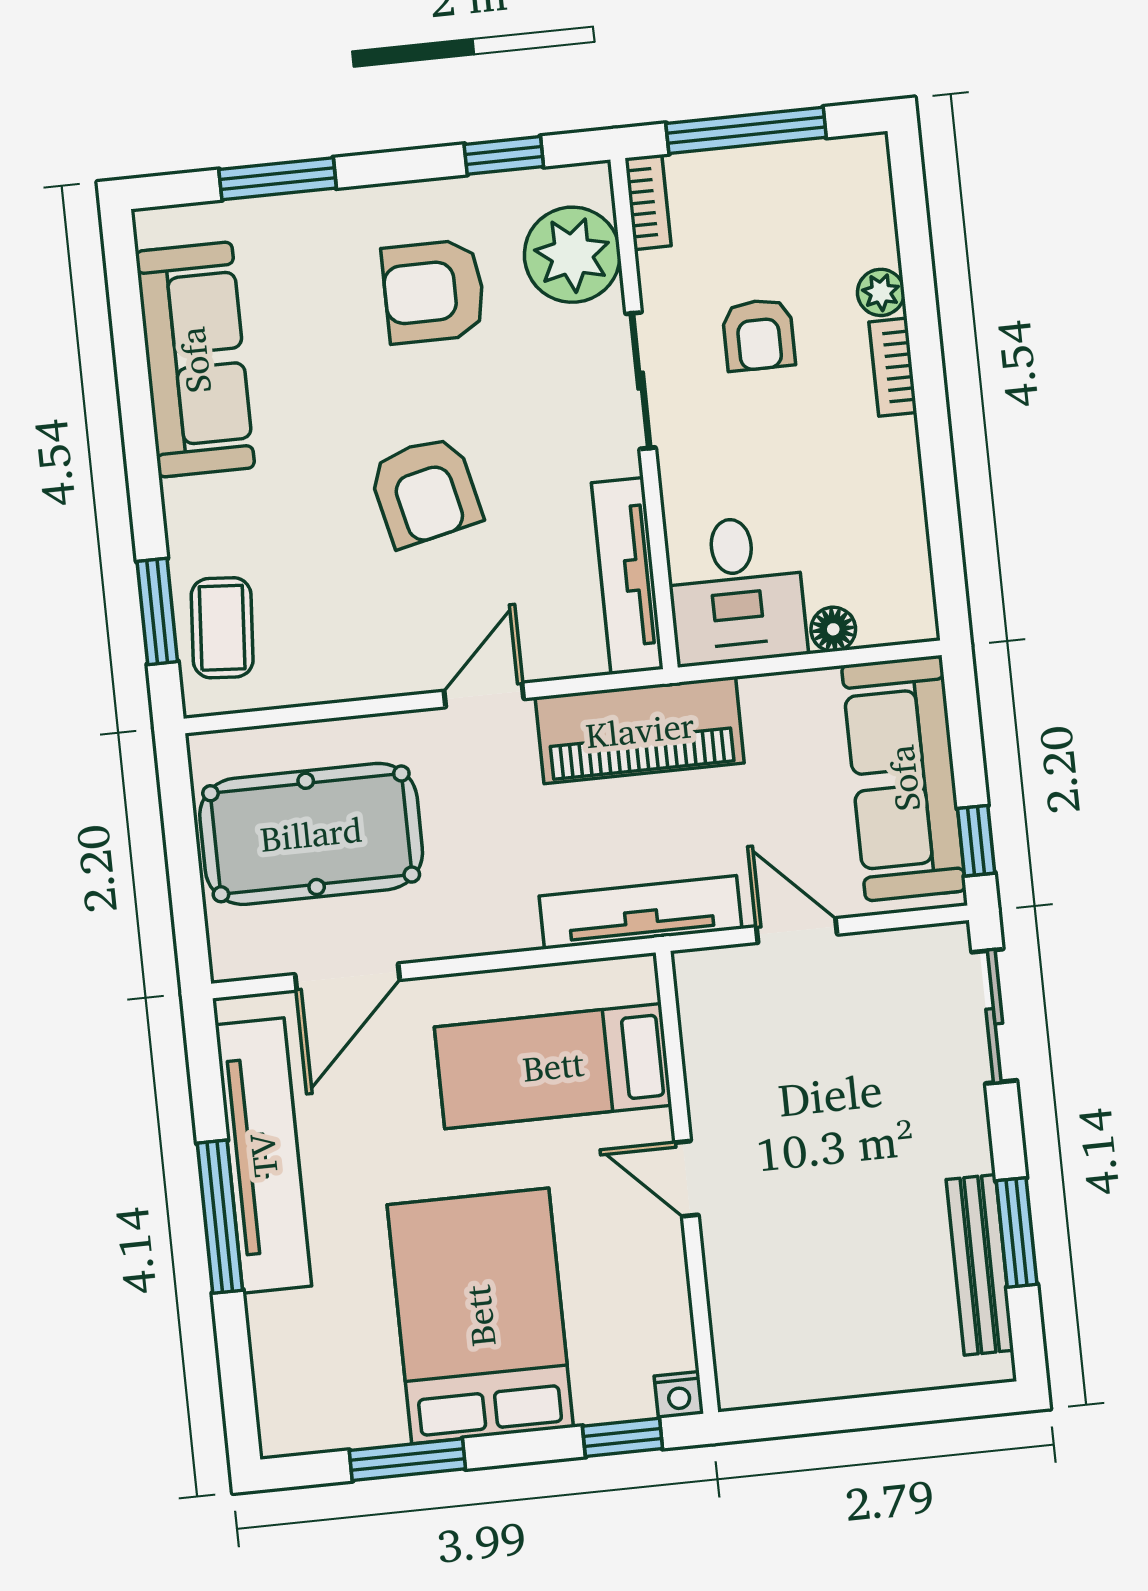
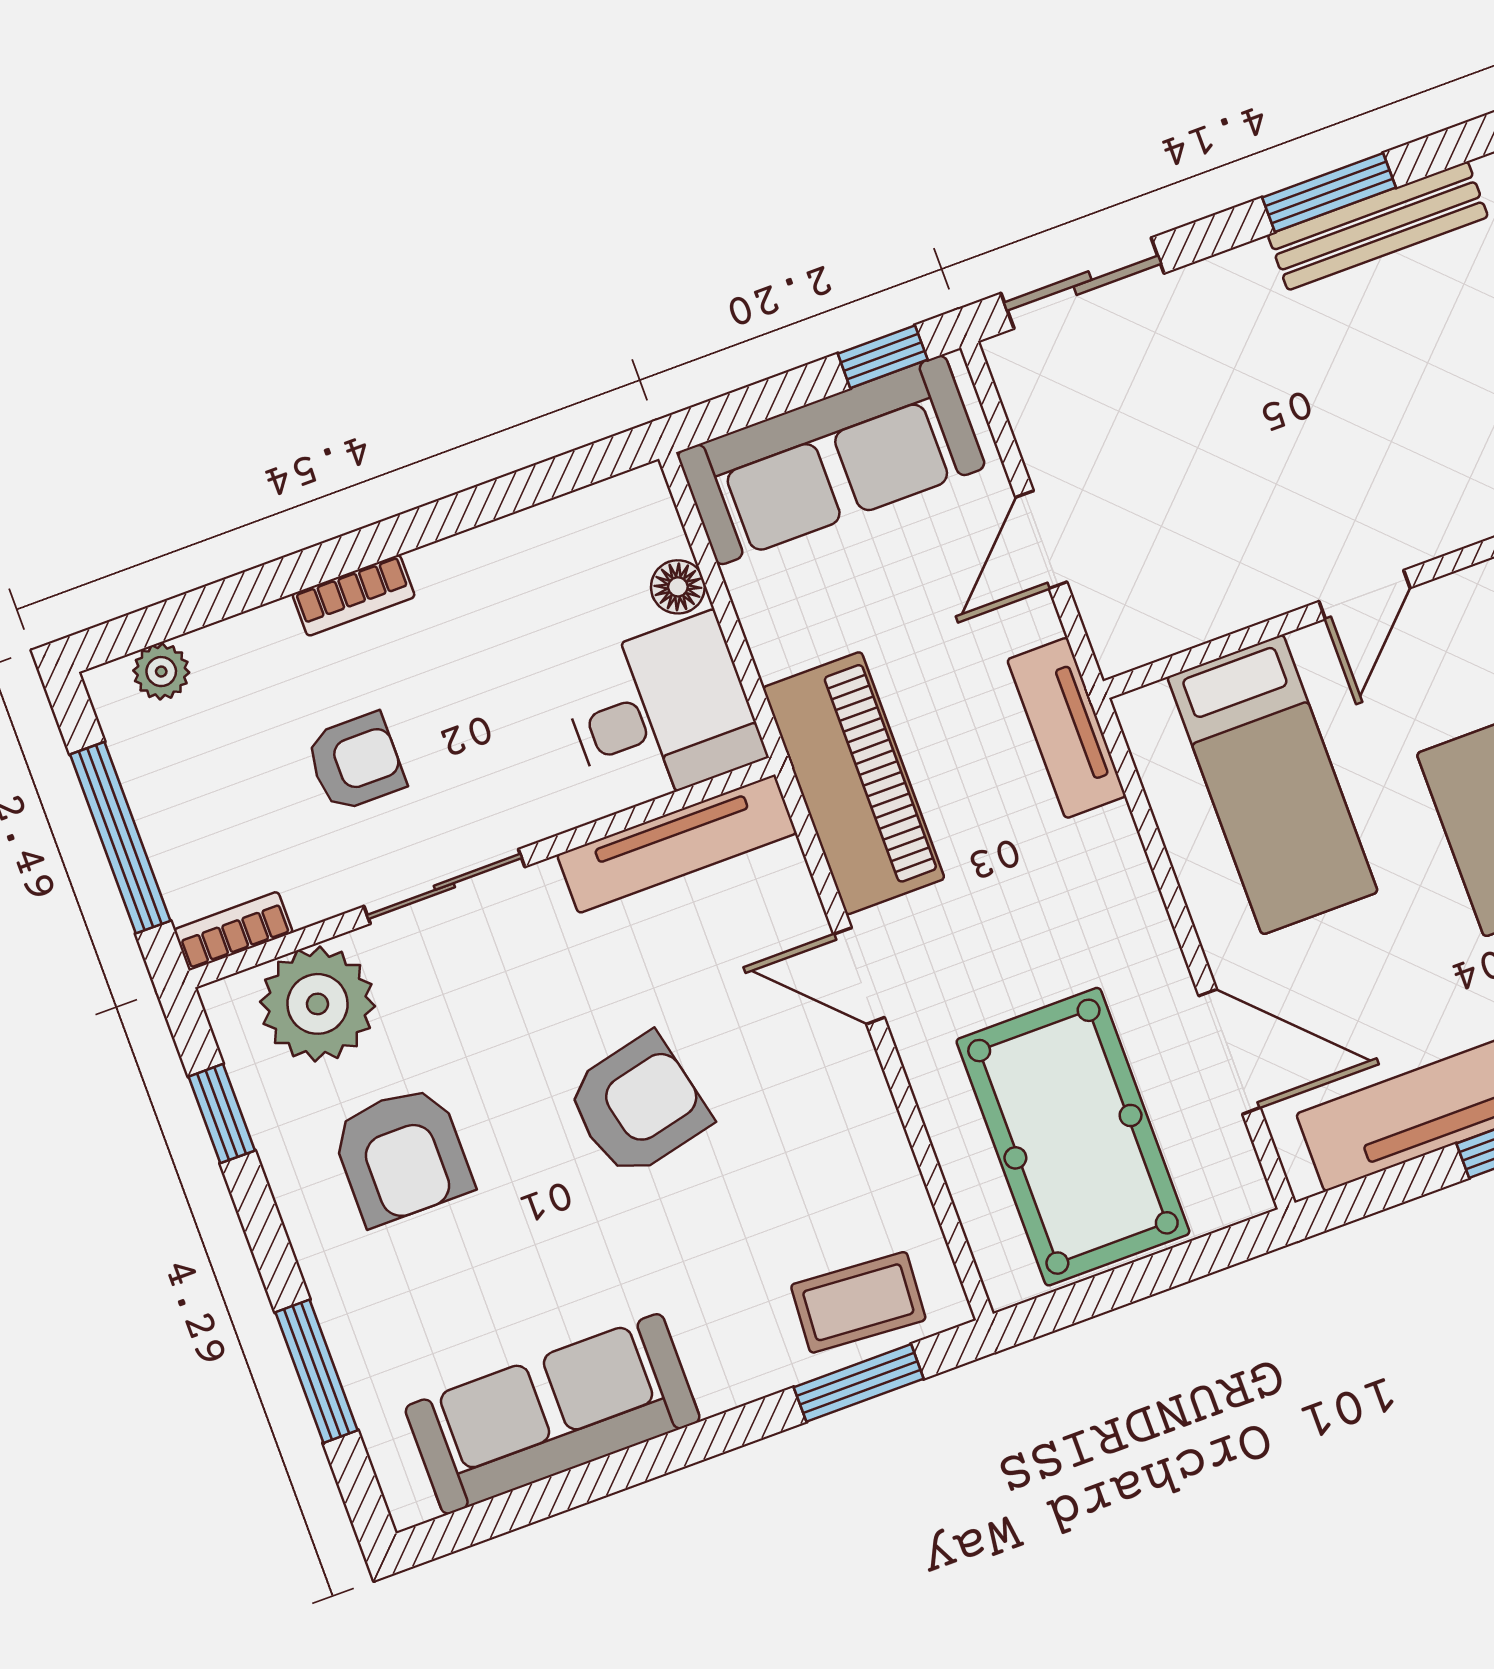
plant: (881, 292) -> (161, 672), moved
tv unit: (641, 912) -> (1067, 728), width x0.71

